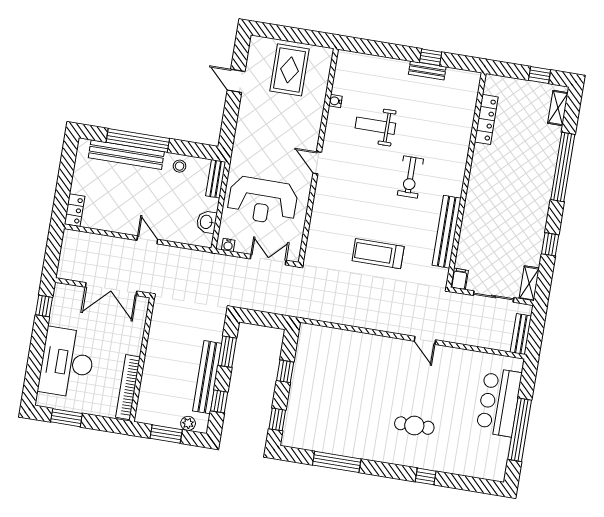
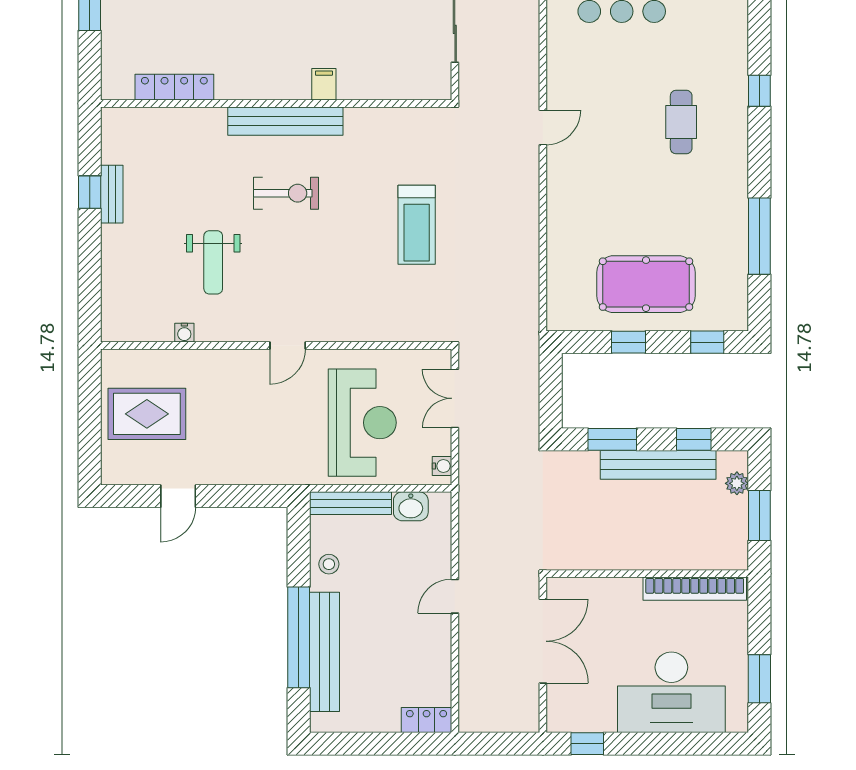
bench: (216, 179) -> (351, 503), width x1.36
bench: (447, 232) -> (285, 121), moved
filing cabinet: (460, 279) -> (324, 84), moved, turned 90
pool table: (319, 388) -> (646, 284), added

